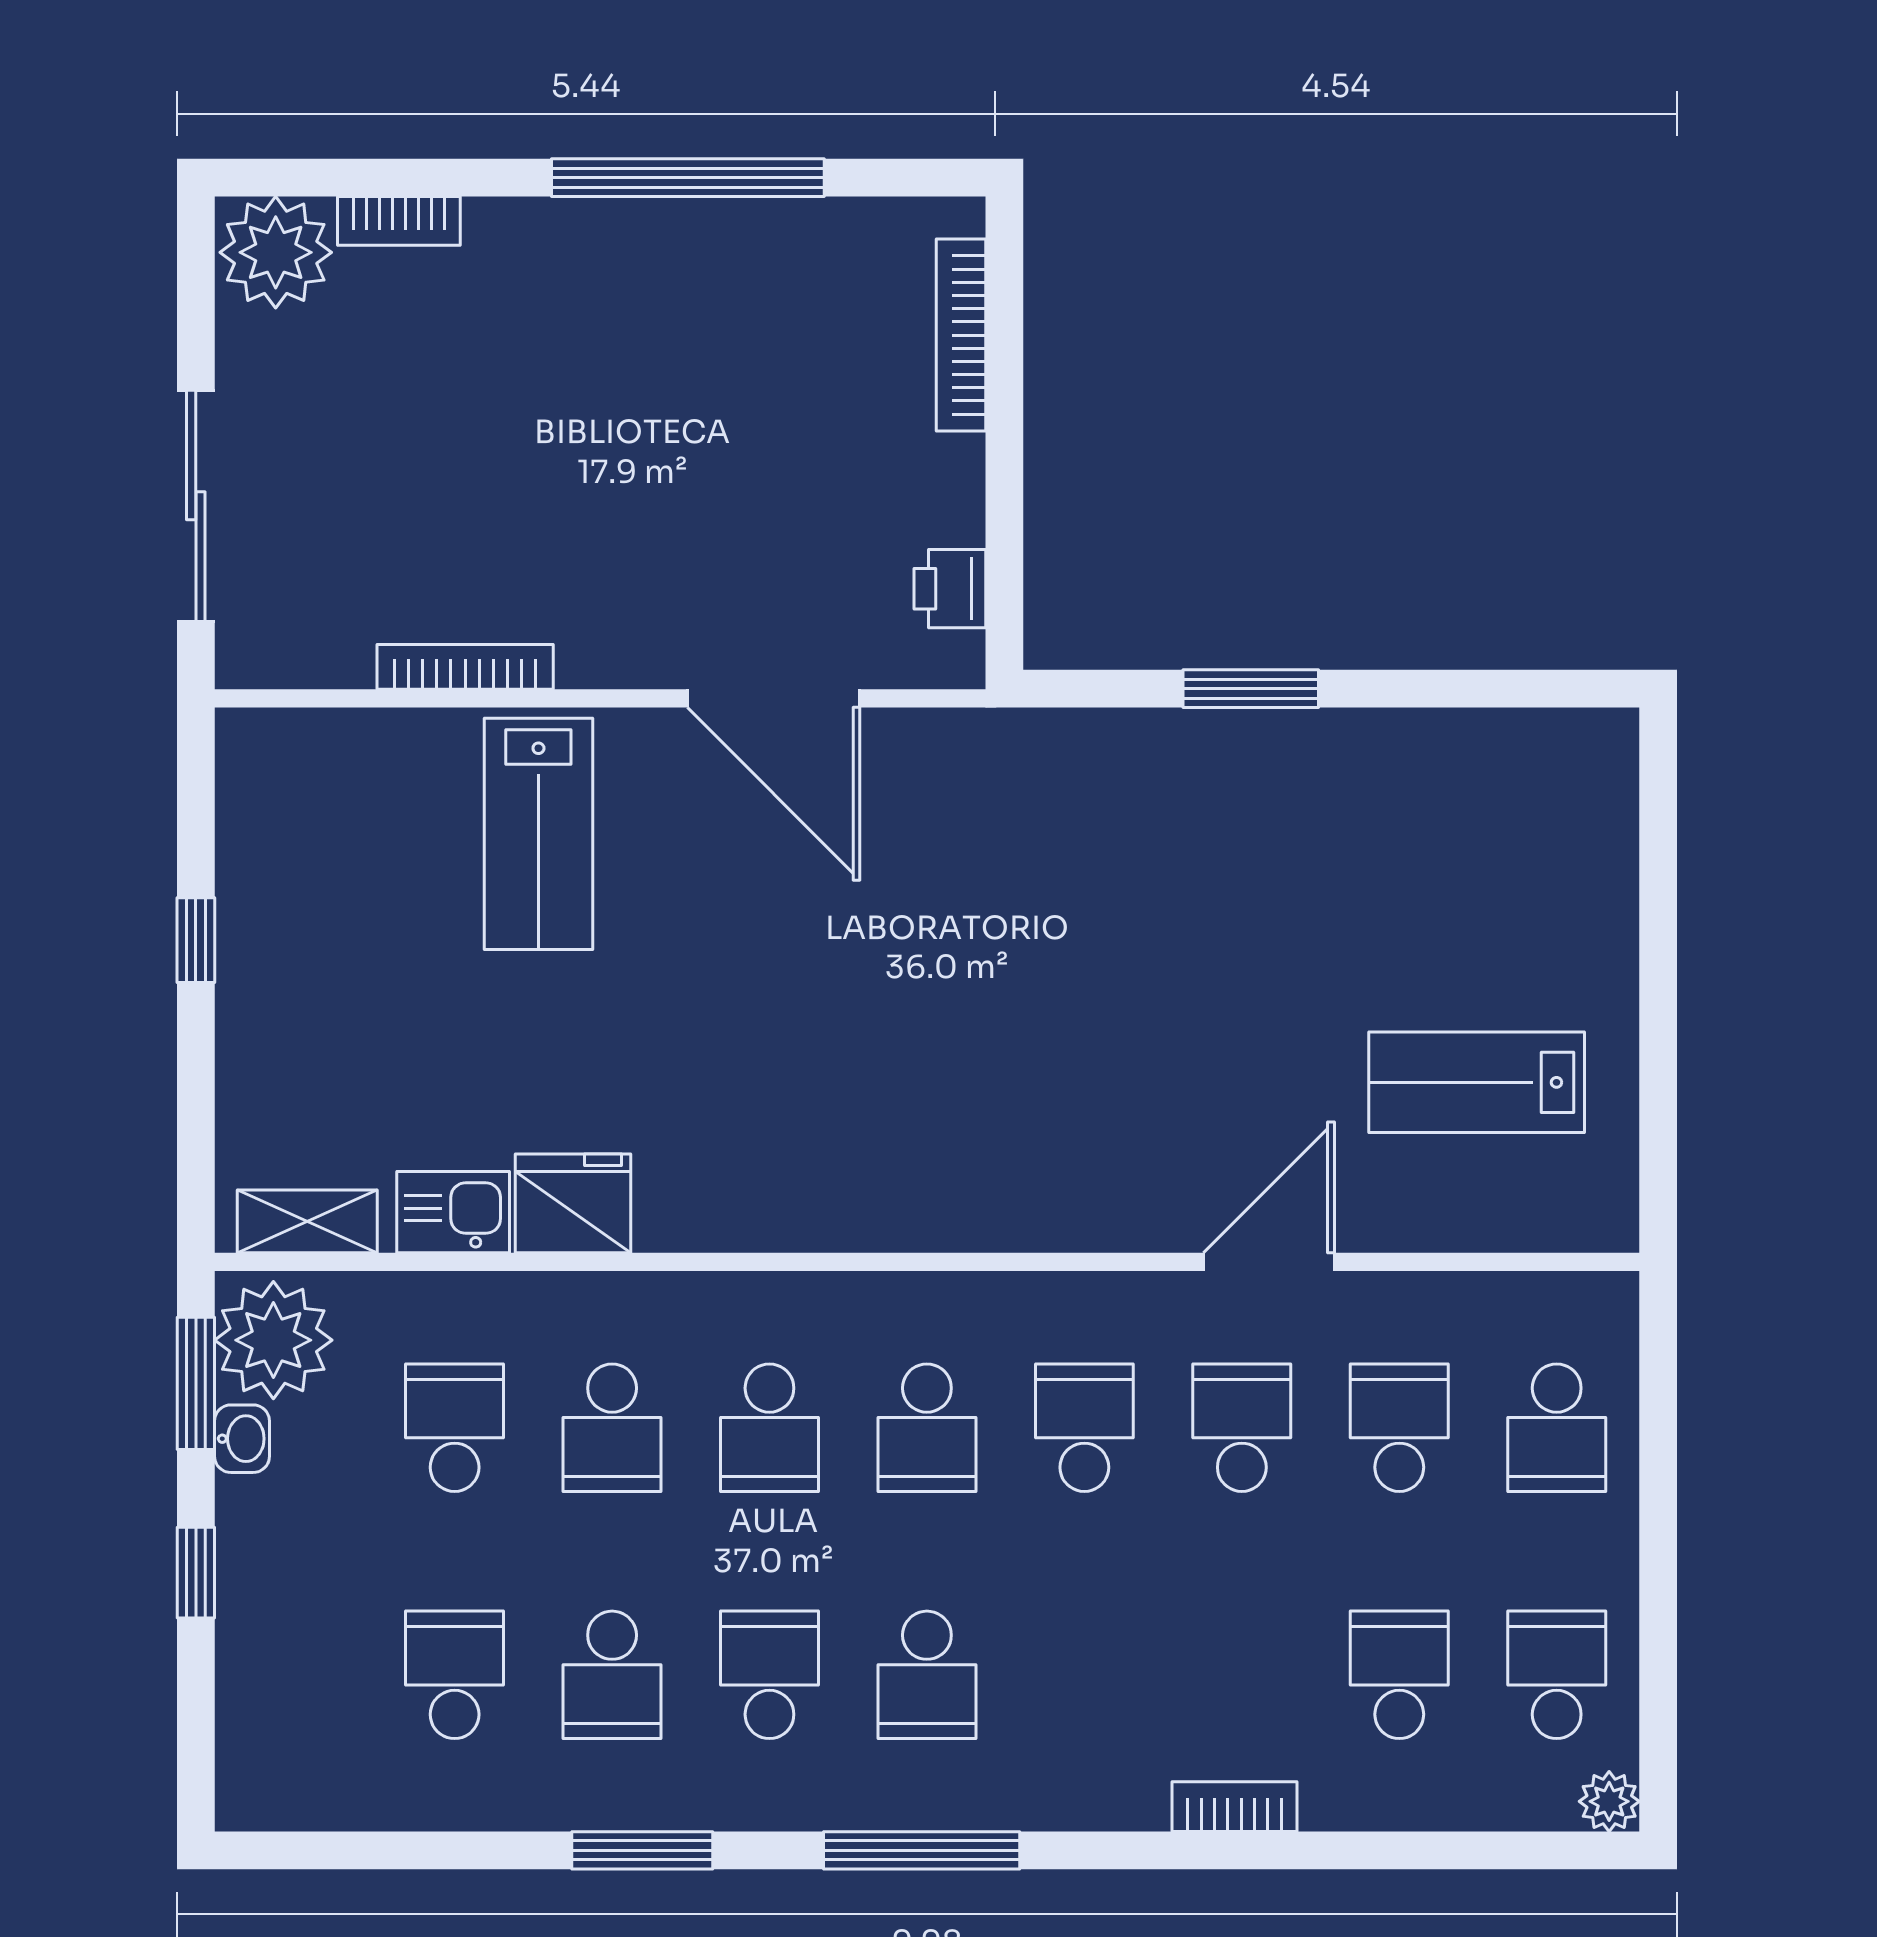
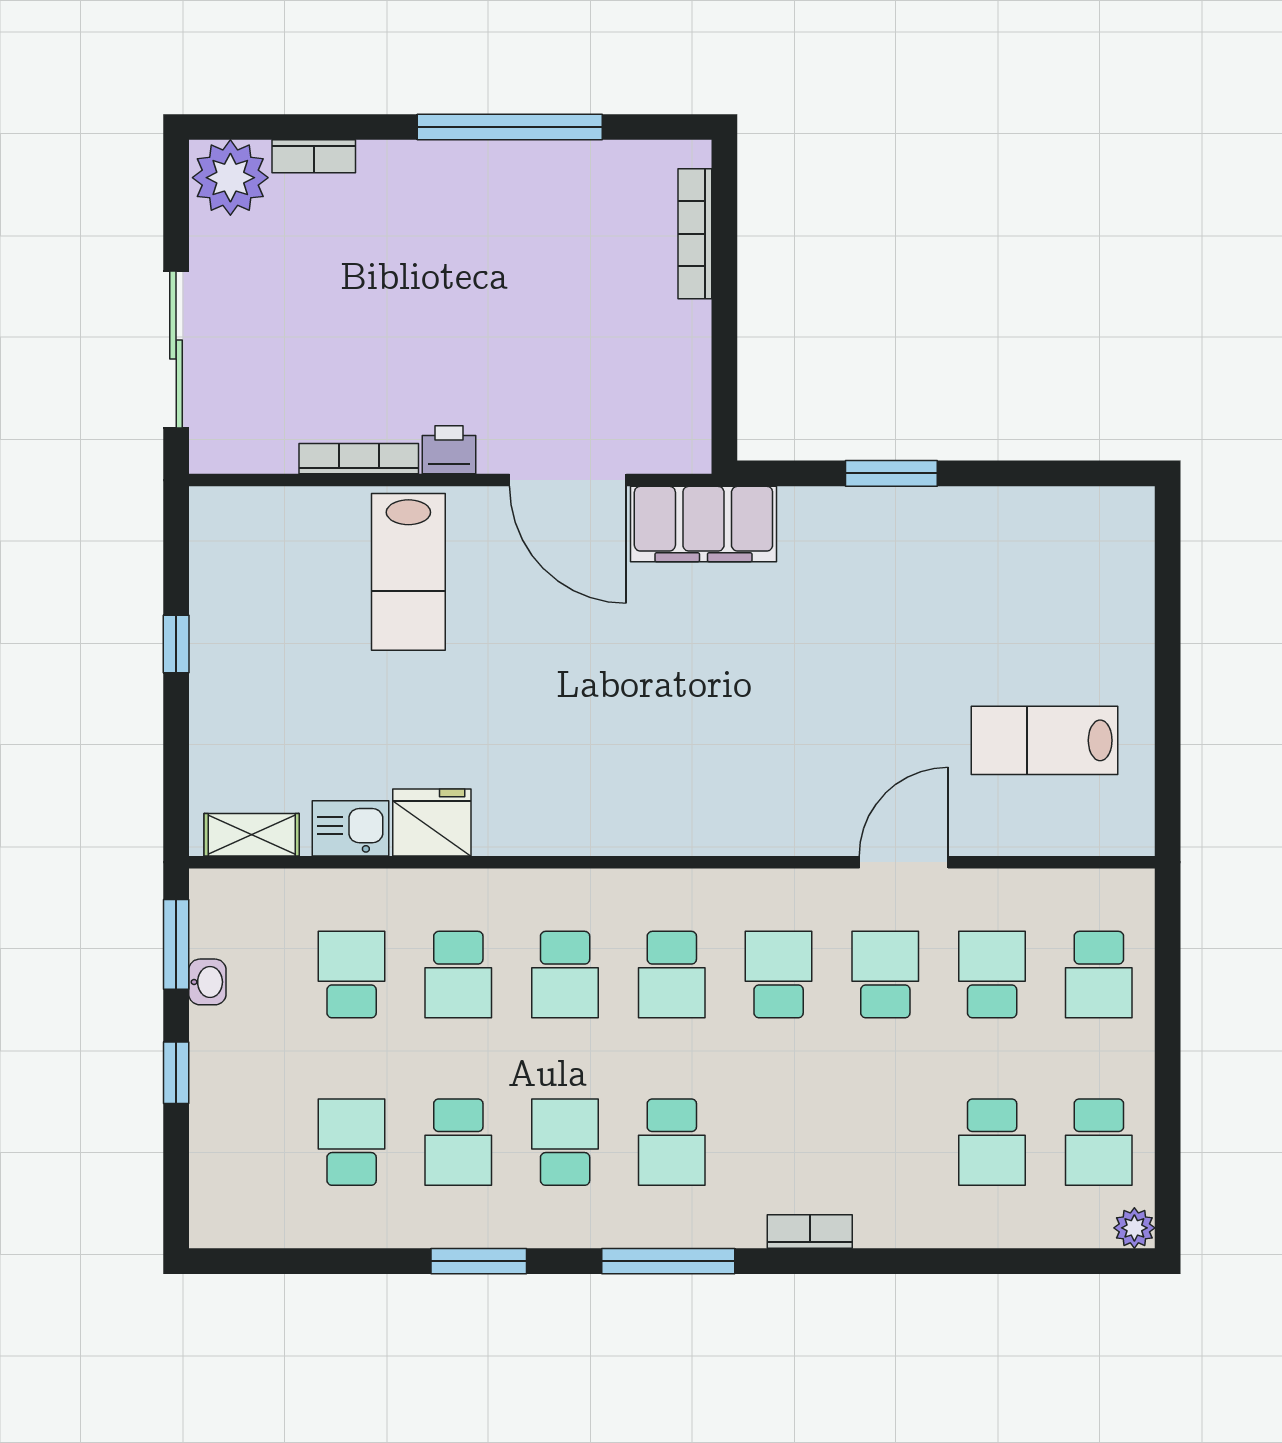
printer: (950, 589) -> (449, 450), moved, turned 90
filing cabinet: (974, 763) -> (703, 524), added
plant: (273, 1340) -> (229, 915), removed
school desk: (1399, 1675) -> (992, 1142), turned 180
school desk: (1557, 1675) -> (1099, 1142), turned 180
bookcase: (1234, 1807) -> (810, 1231), moved

